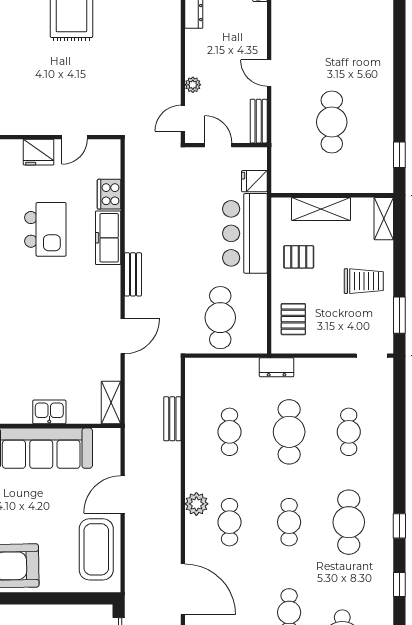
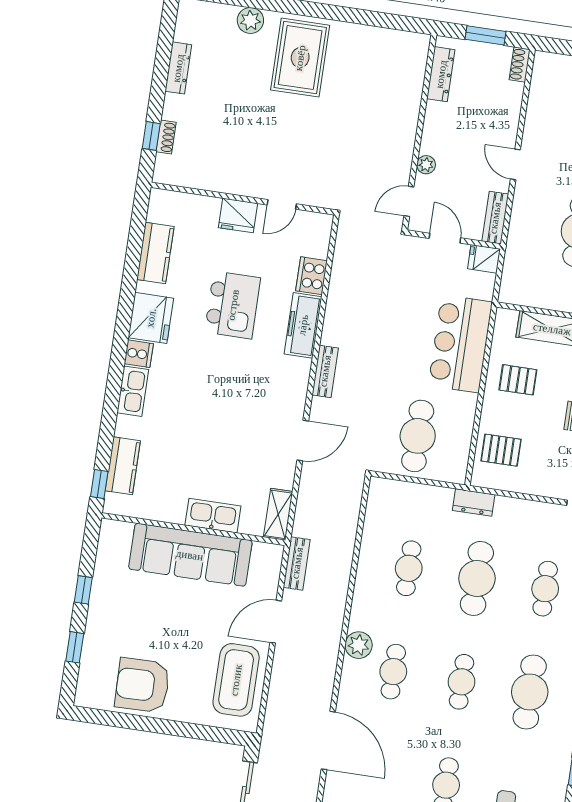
fridge: (254, 181) -> (484, 259), moved
pallet: (293, 319) -> (501, 450), turned 90
kitchen sink: (49, 412) -> (213, 516), width x1.38
bench: (172, 419) -> (297, 563), moved

